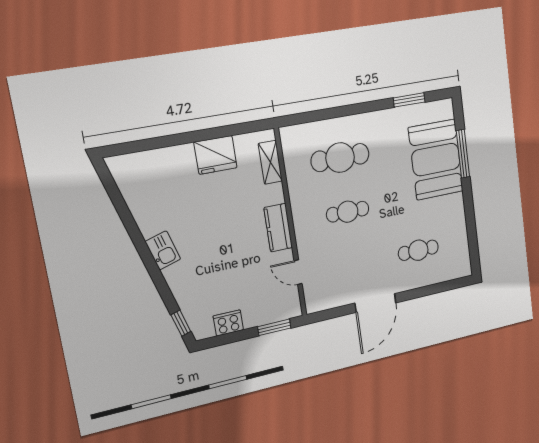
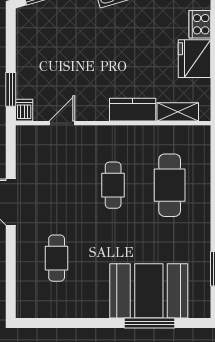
kitchen counter: (278, 228) -> (133, 110), moved
dishwasher: (292, 310) -> (24, 110), added
cooker: (228, 323) -> (200, 24), moved, turned 180

